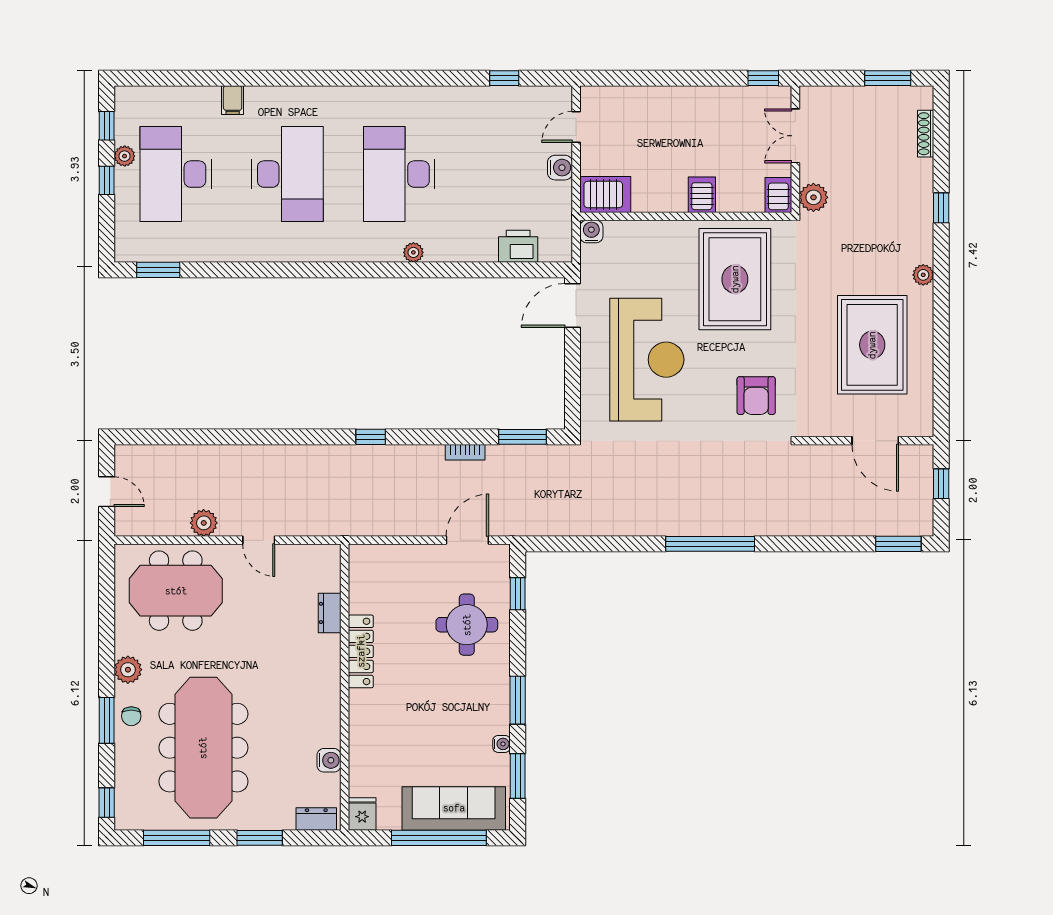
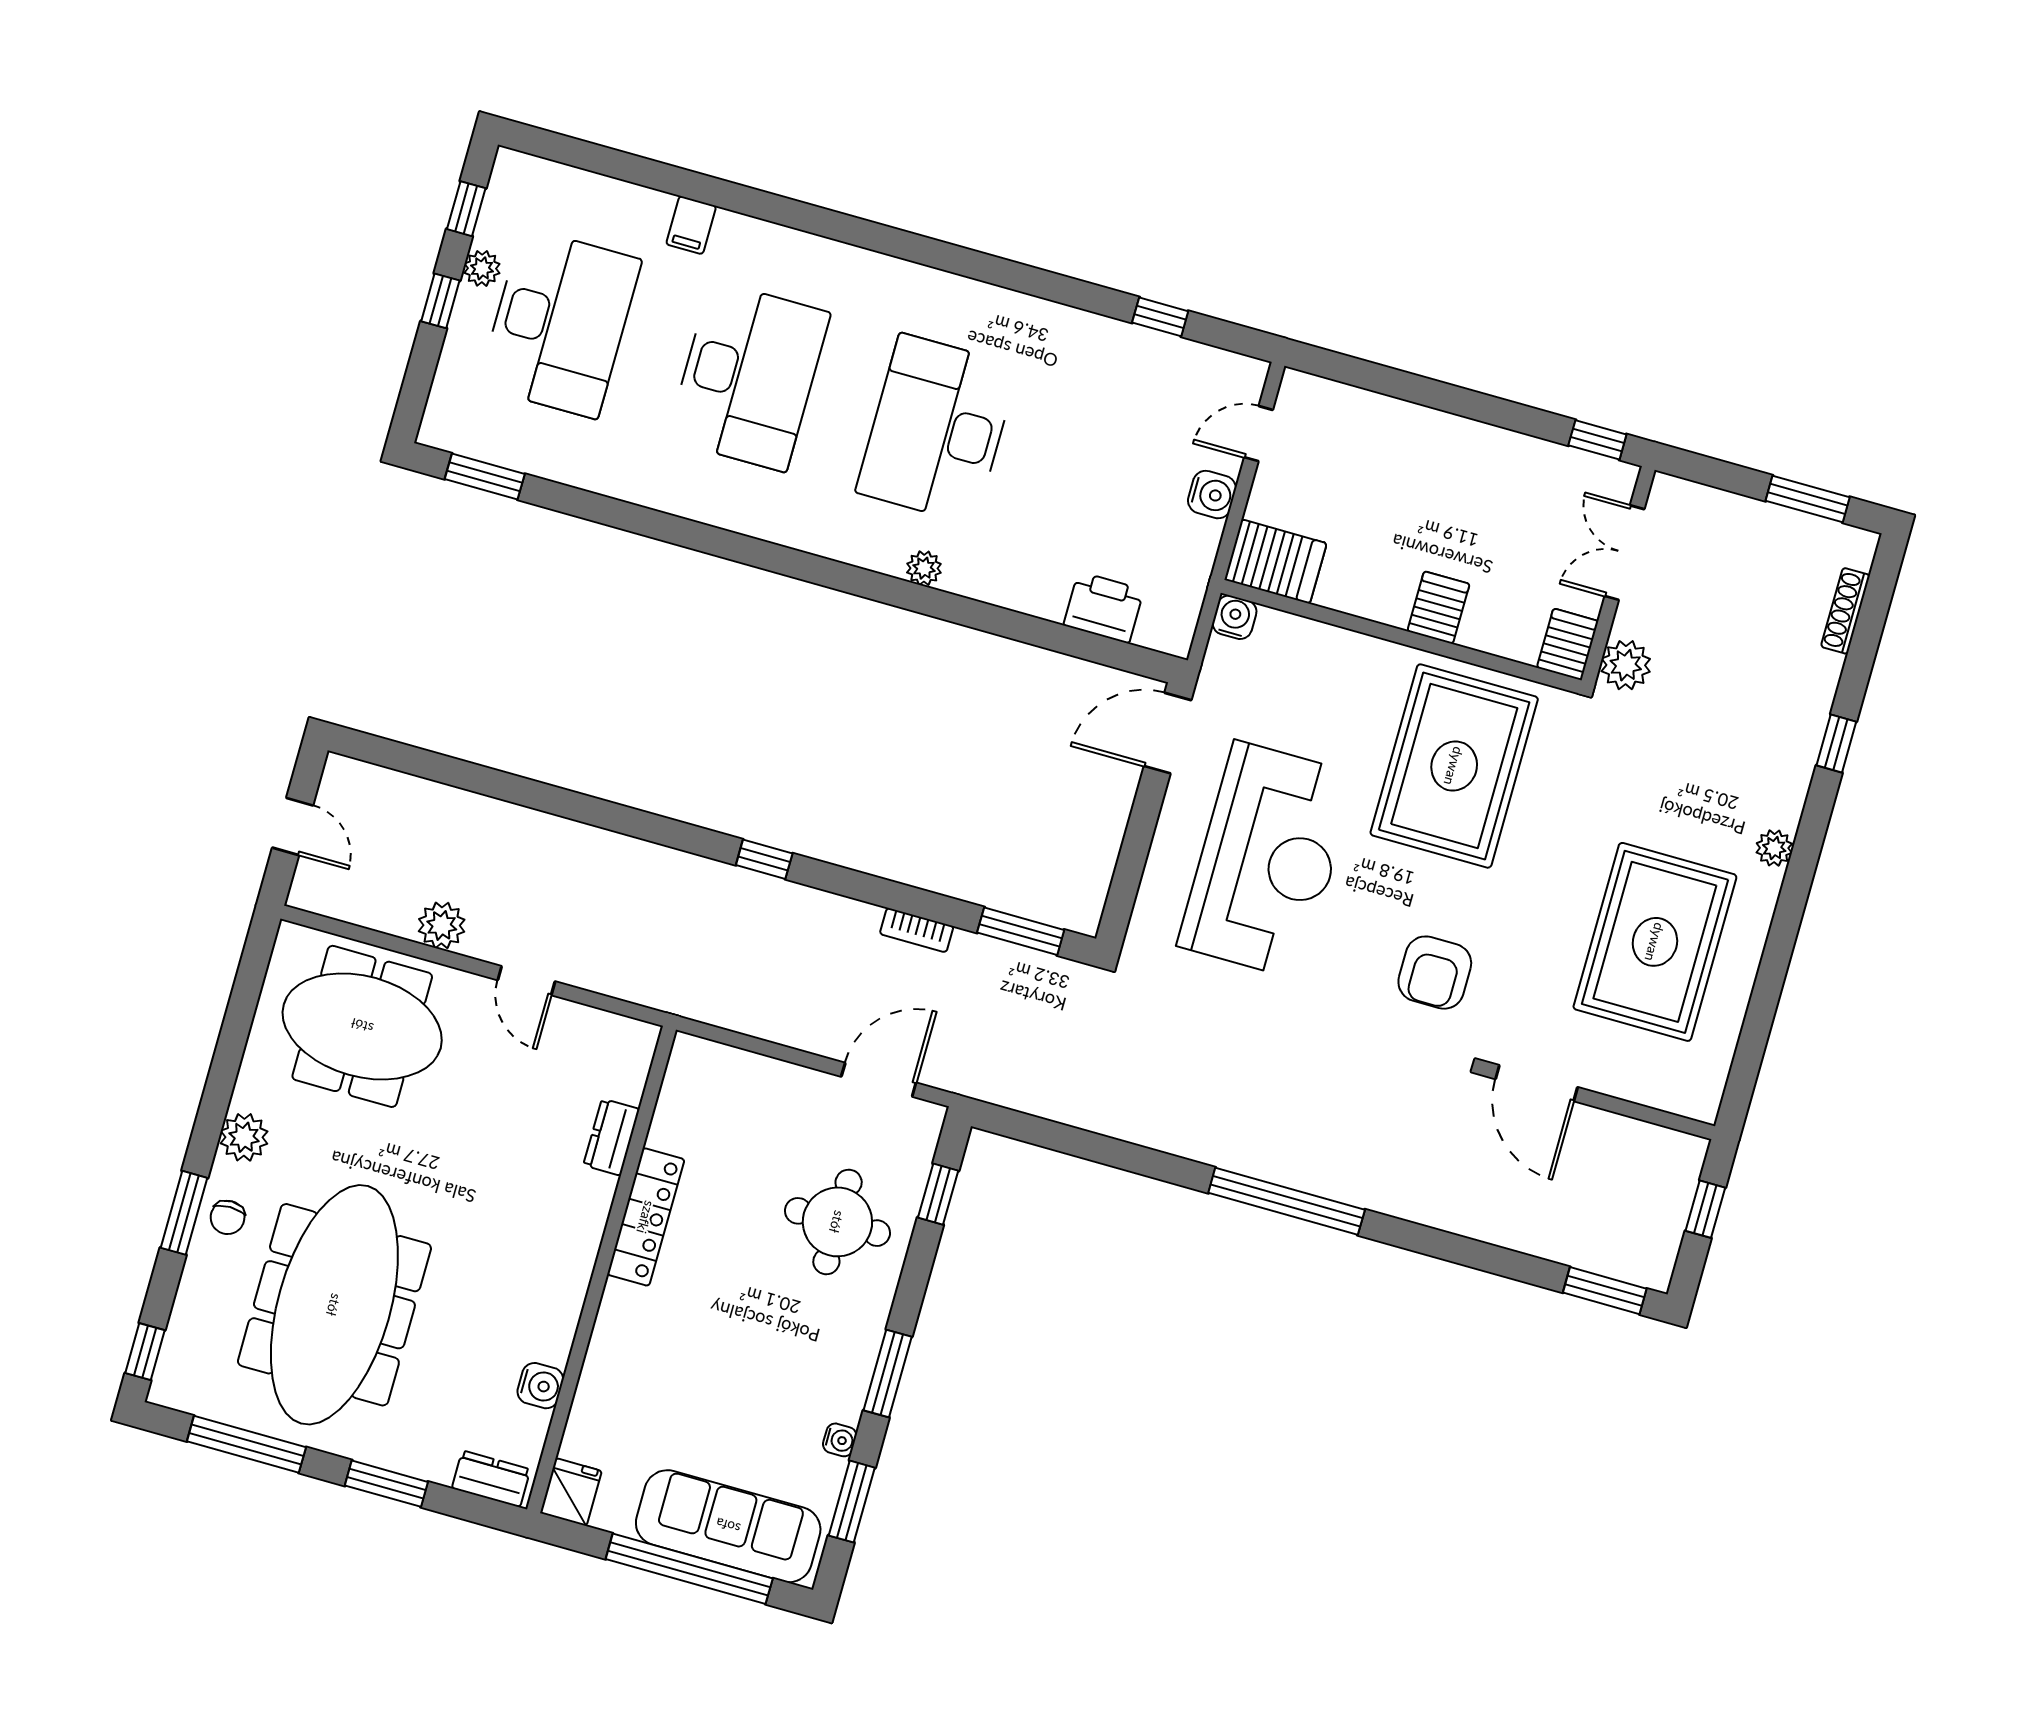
desk: (176, 174) -> (560, 323), turned 180
door: (875, 441) -> (1536, 1083), moved

